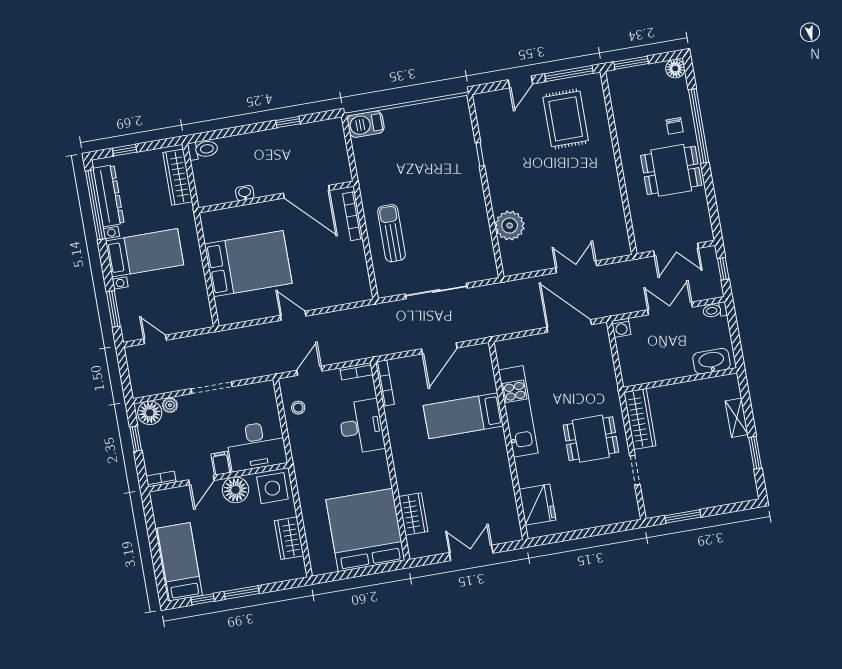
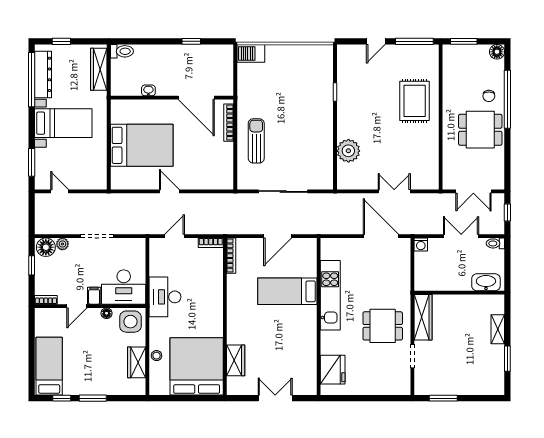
rug: (566, 119) -> (415, 101), moved
stool: (298, 408) -> (157, 356), moved
desk: (361, 427) -> (165, 297), moved, turned 180
floor lamp: (235, 490) -> (107, 313), width x0.53, depth x0.53

